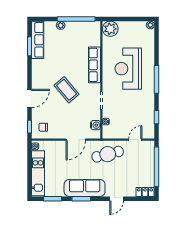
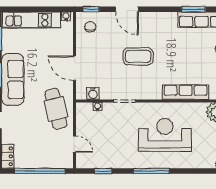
row of seats: (95, 65) -> (186, 92), moved
coffee table: (67, 90) -> (138, 56), turned 40

